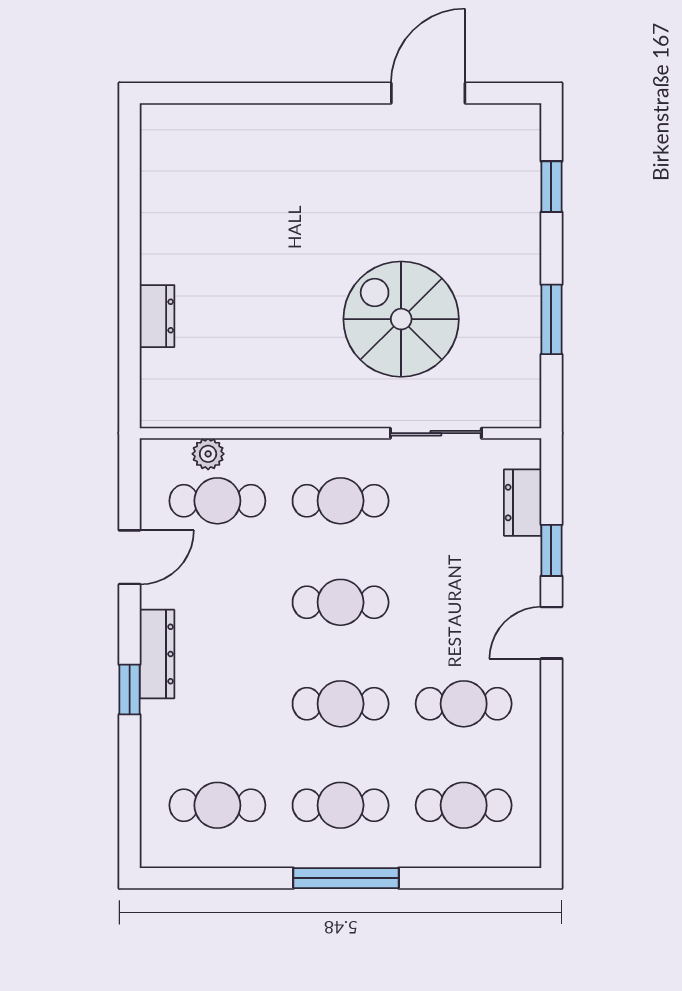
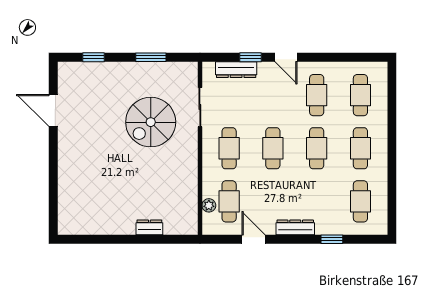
dresser: (523, 503) -> (236, 70), width x1.44
window: (130, 689) -> (332, 239), moved
window: (346, 878) -> (392, 146), removed

